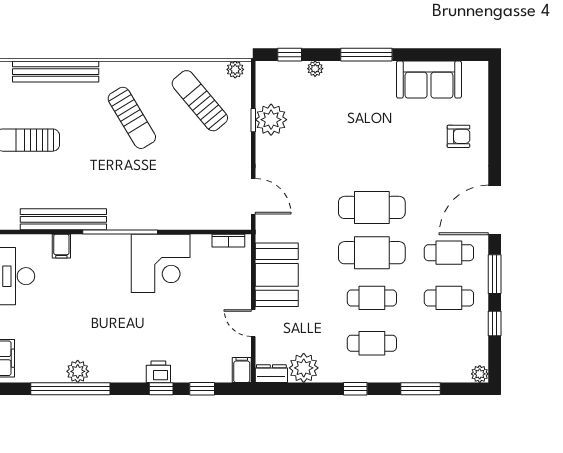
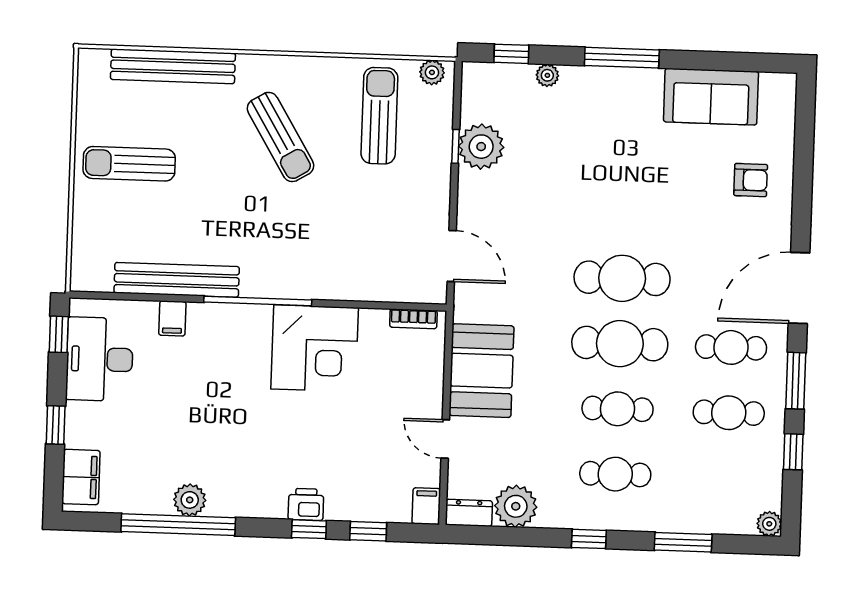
sun lounger: (200, 101) -> (379, 116), turned 40

